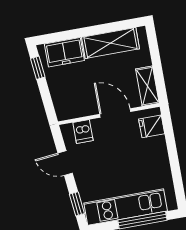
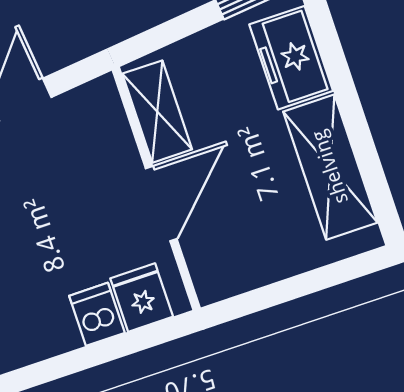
shelving: (147, 86) -> (157, 112), moved, turned 90
dishwasher: (83, 132) -> (97, 314), moved, turned 90

